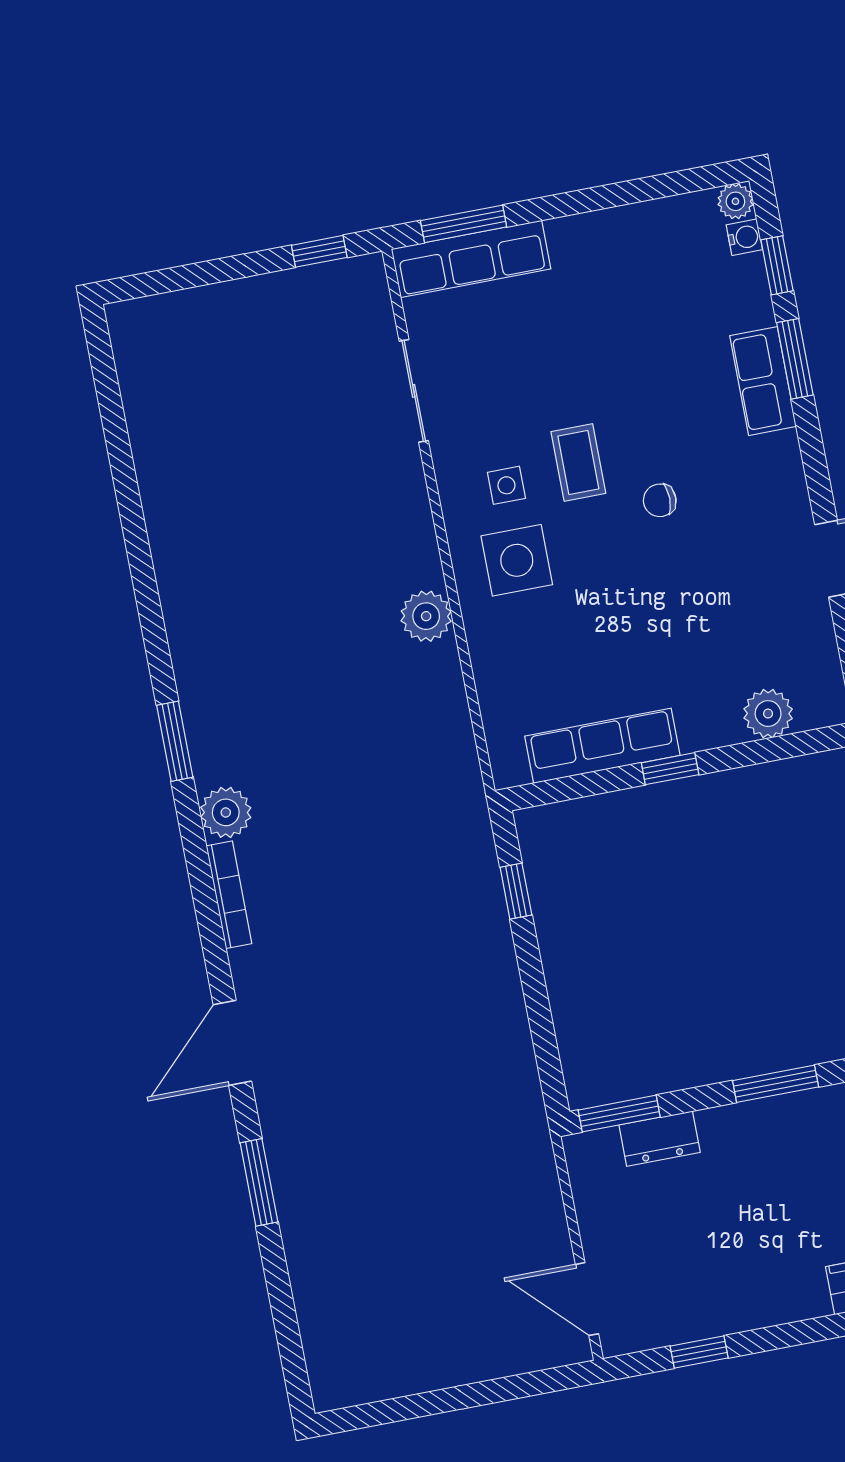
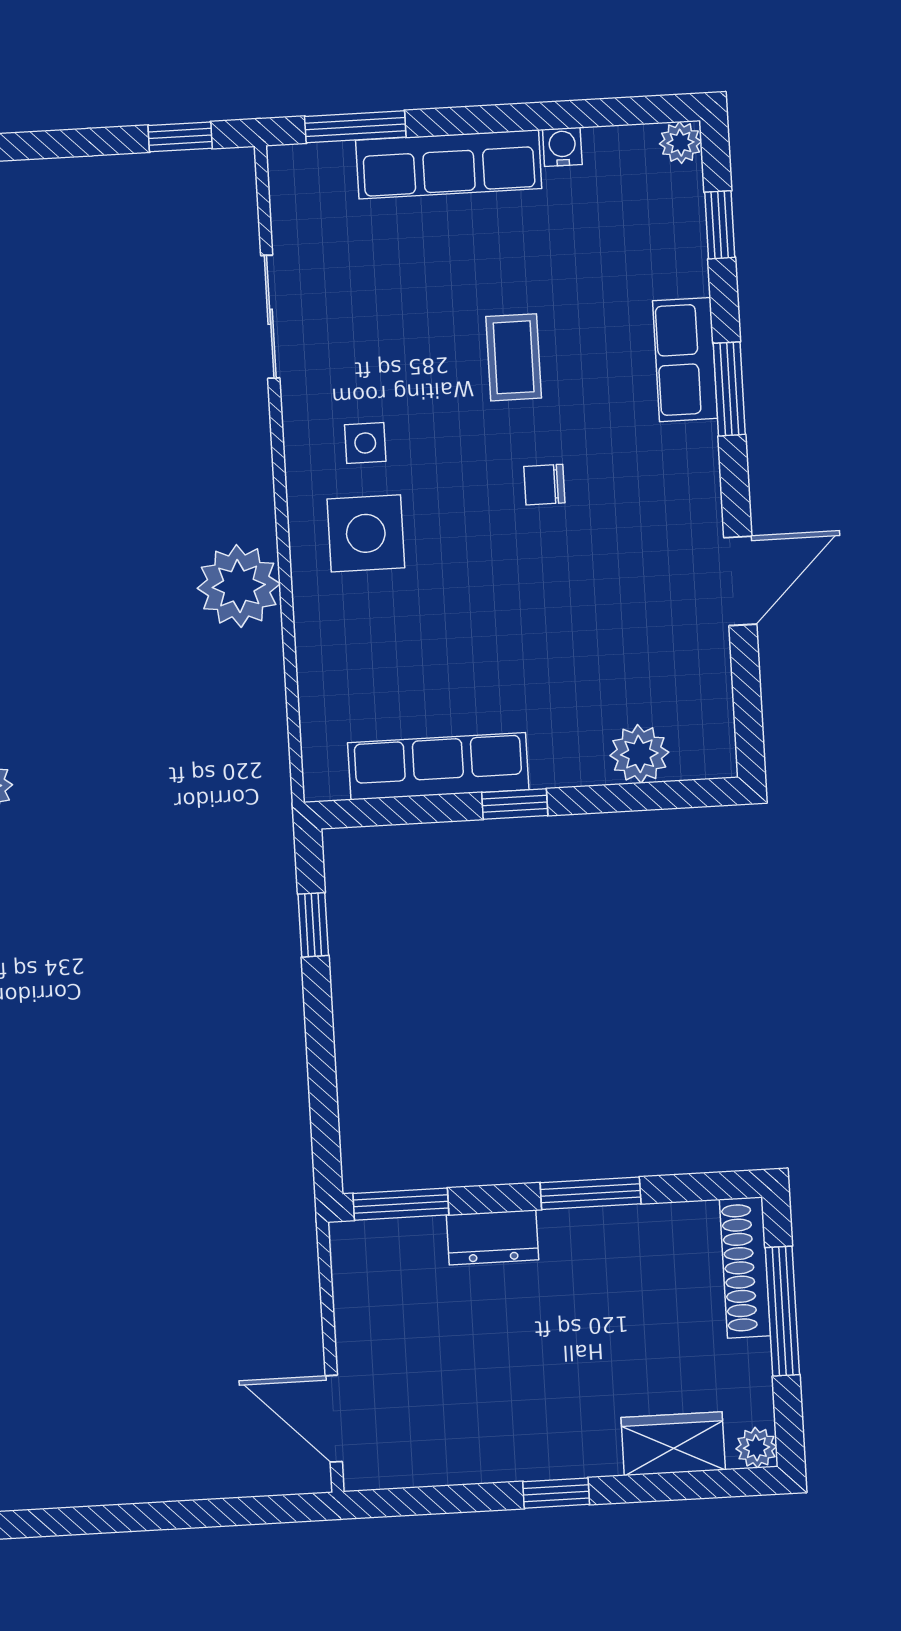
water cooler: (744, 237) -> (562, 147), moved, turned -90
row of seats: (471, 259) -> (449, 164), moved
window: (795, 359) -> (729, 389), moved
coffee table: (578, 462) -> (514, 357), moved
plant: (426, 616) -> (239, 586), width x1.36, depth x1.36
dresser: (660, 1139) -> (492, 1237), moved
window: (699, 1352) -> (556, 1493), moved

